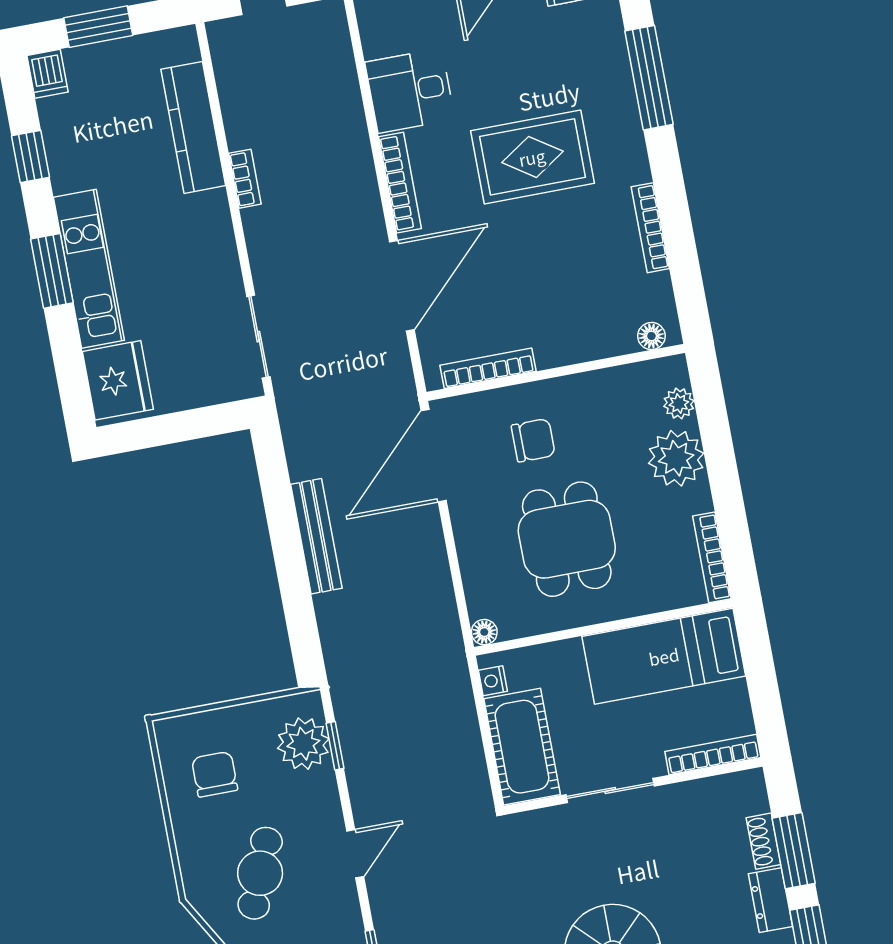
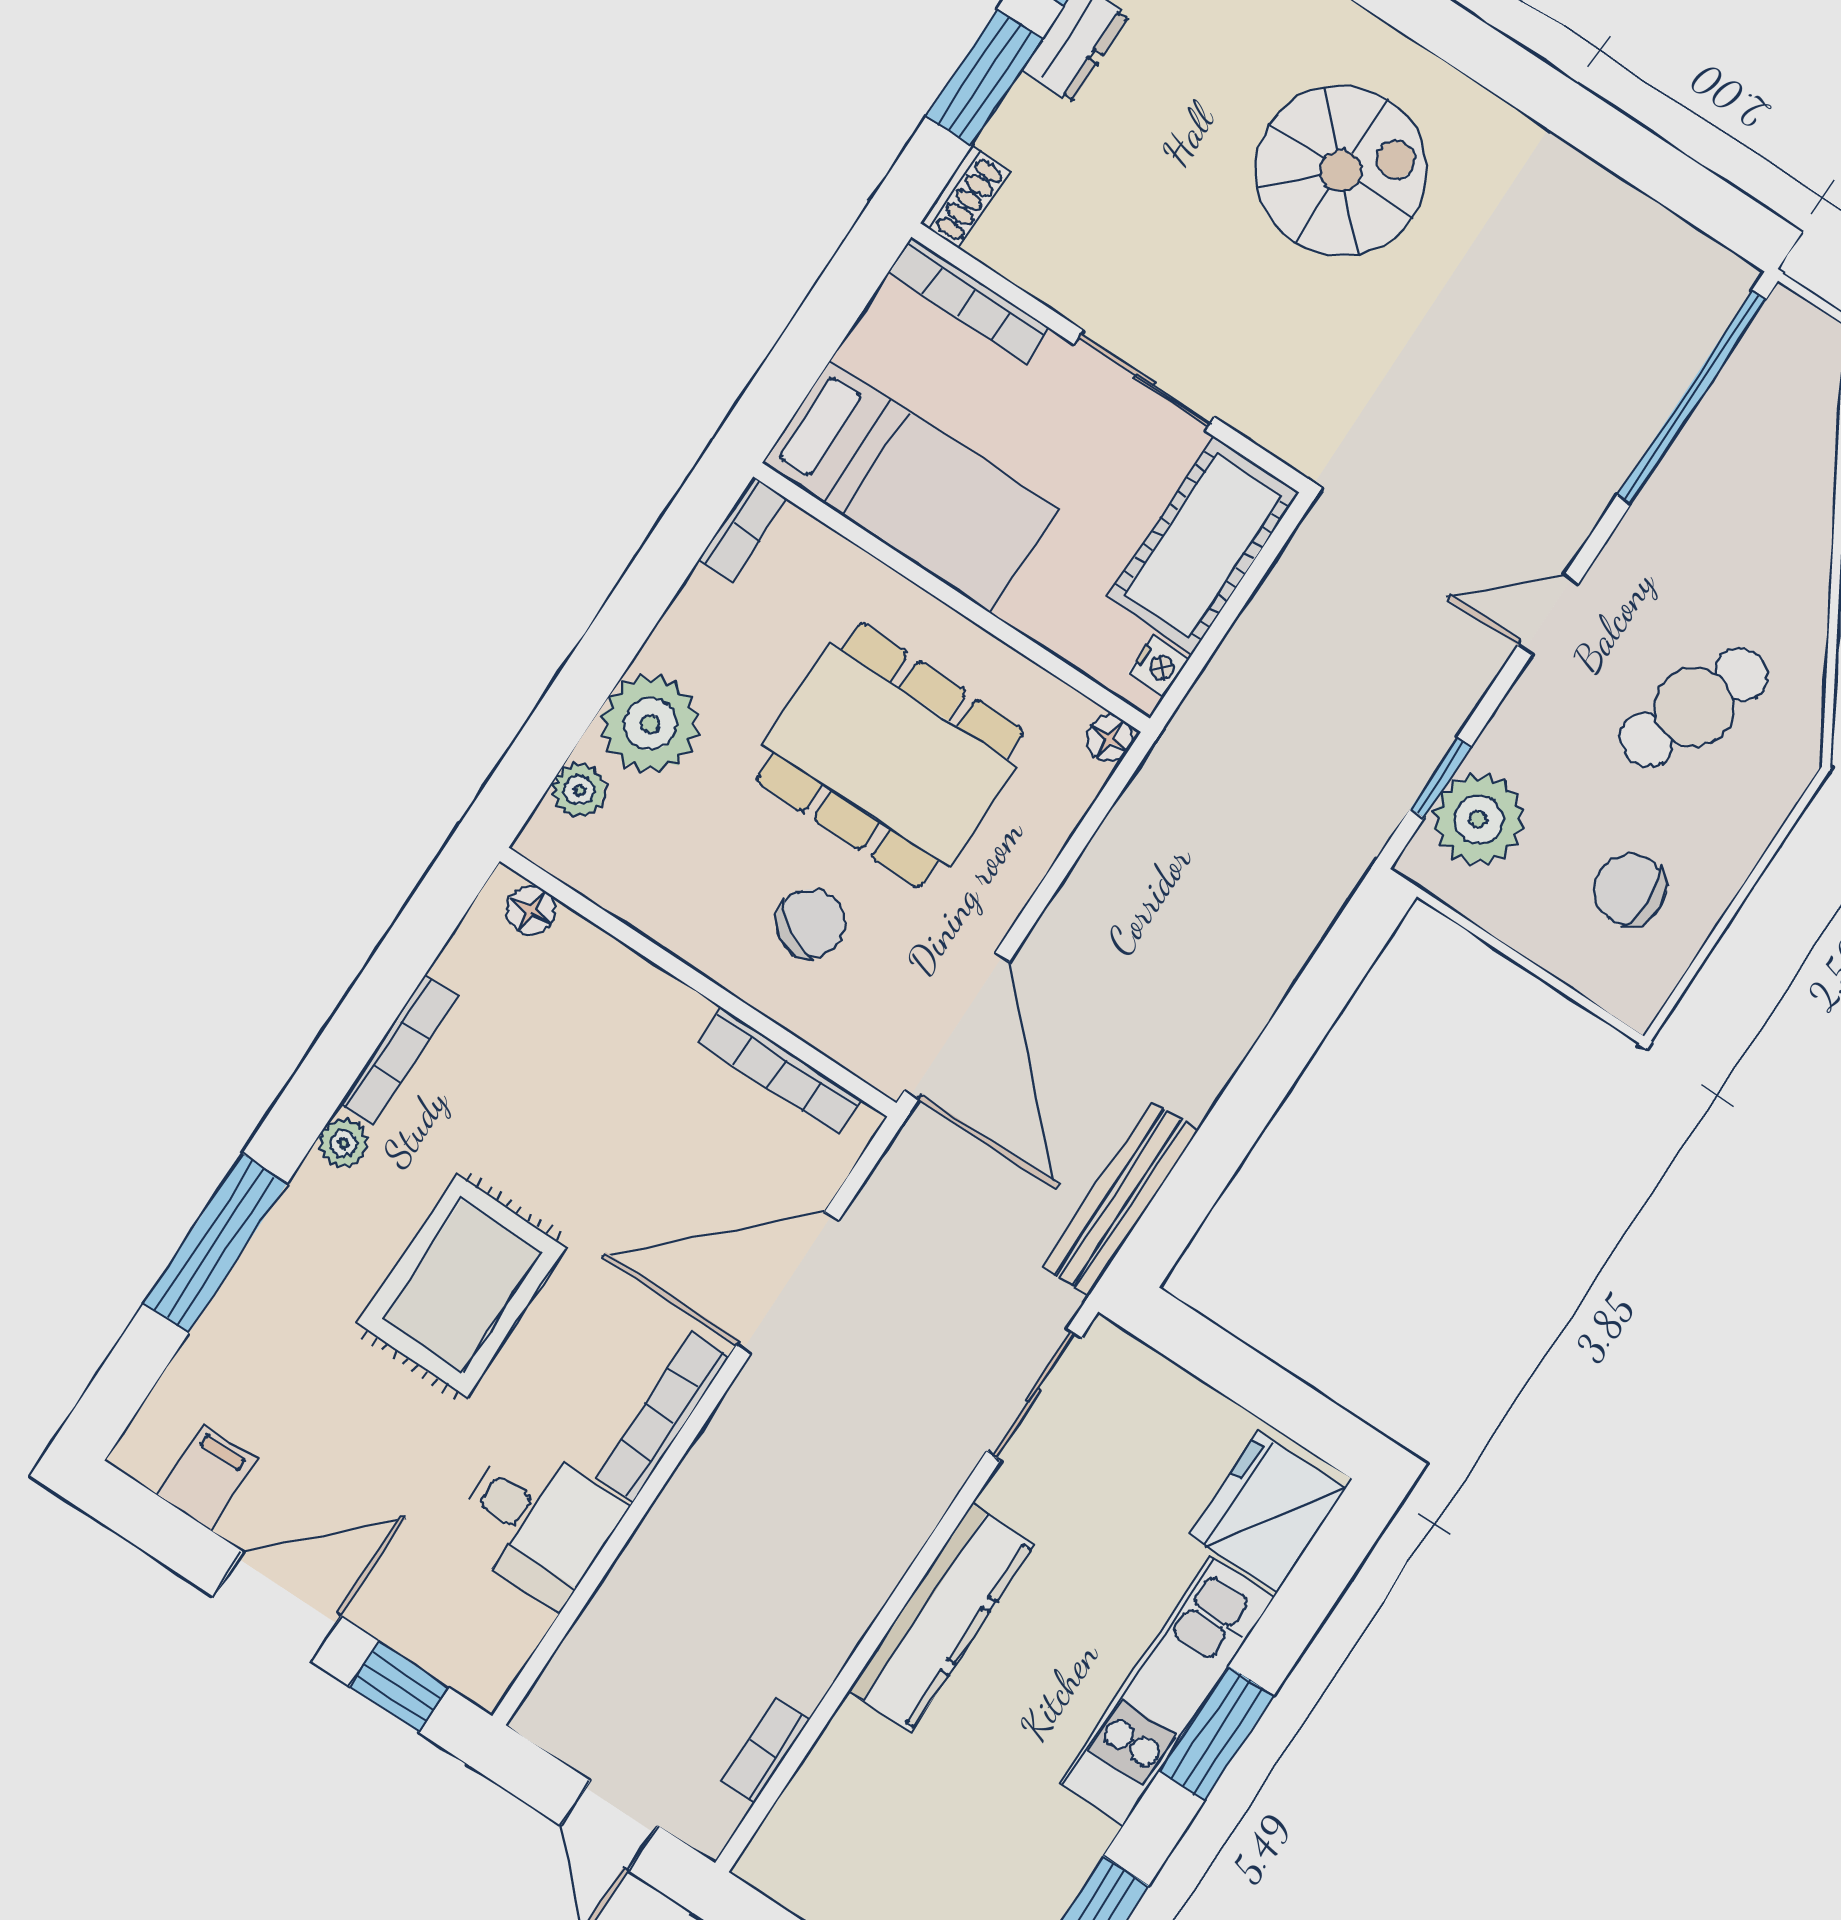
kitchen counter: (193, 127) -> (941, 1618), moved
rug: (532, 157) -> (462, 1286), turned 90
plant: (636, 168) -> (343, 1143), added
bookcase: (245, 179) -> (766, 1750), moved
chair: (533, 440) -> (811, 923), turned 122
door: (434, 456) -> (957, 1026), hinge flipped
bench: (316, 536) -> (1120, 1199), moved
dining table: (567, 539) -> (890, 755), width x1.38
bookcase: (712, 557) -> (742, 529), width x0.64
chair: (215, 774) -> (1630, 889), turned 90
shoe rack: (764, 841) -> (965, 197), moved

